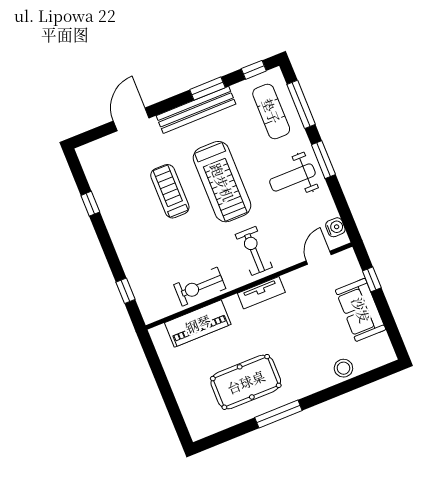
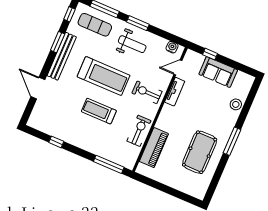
weight bench: (292, 177) -> (132, 44), turned -90
treadmill: (170, 191) -> (99, 111), moved
door: (319, 258) -> (178, 67), hinge flipped
exercise bike: (200, 287) -> (139, 131), turned 180
window: (125, 291) -> (109, 164), width x2.17
tv unit: (261, 293) -> (175, 92), moved
window: (278, 414) -> (232, 141), moved

